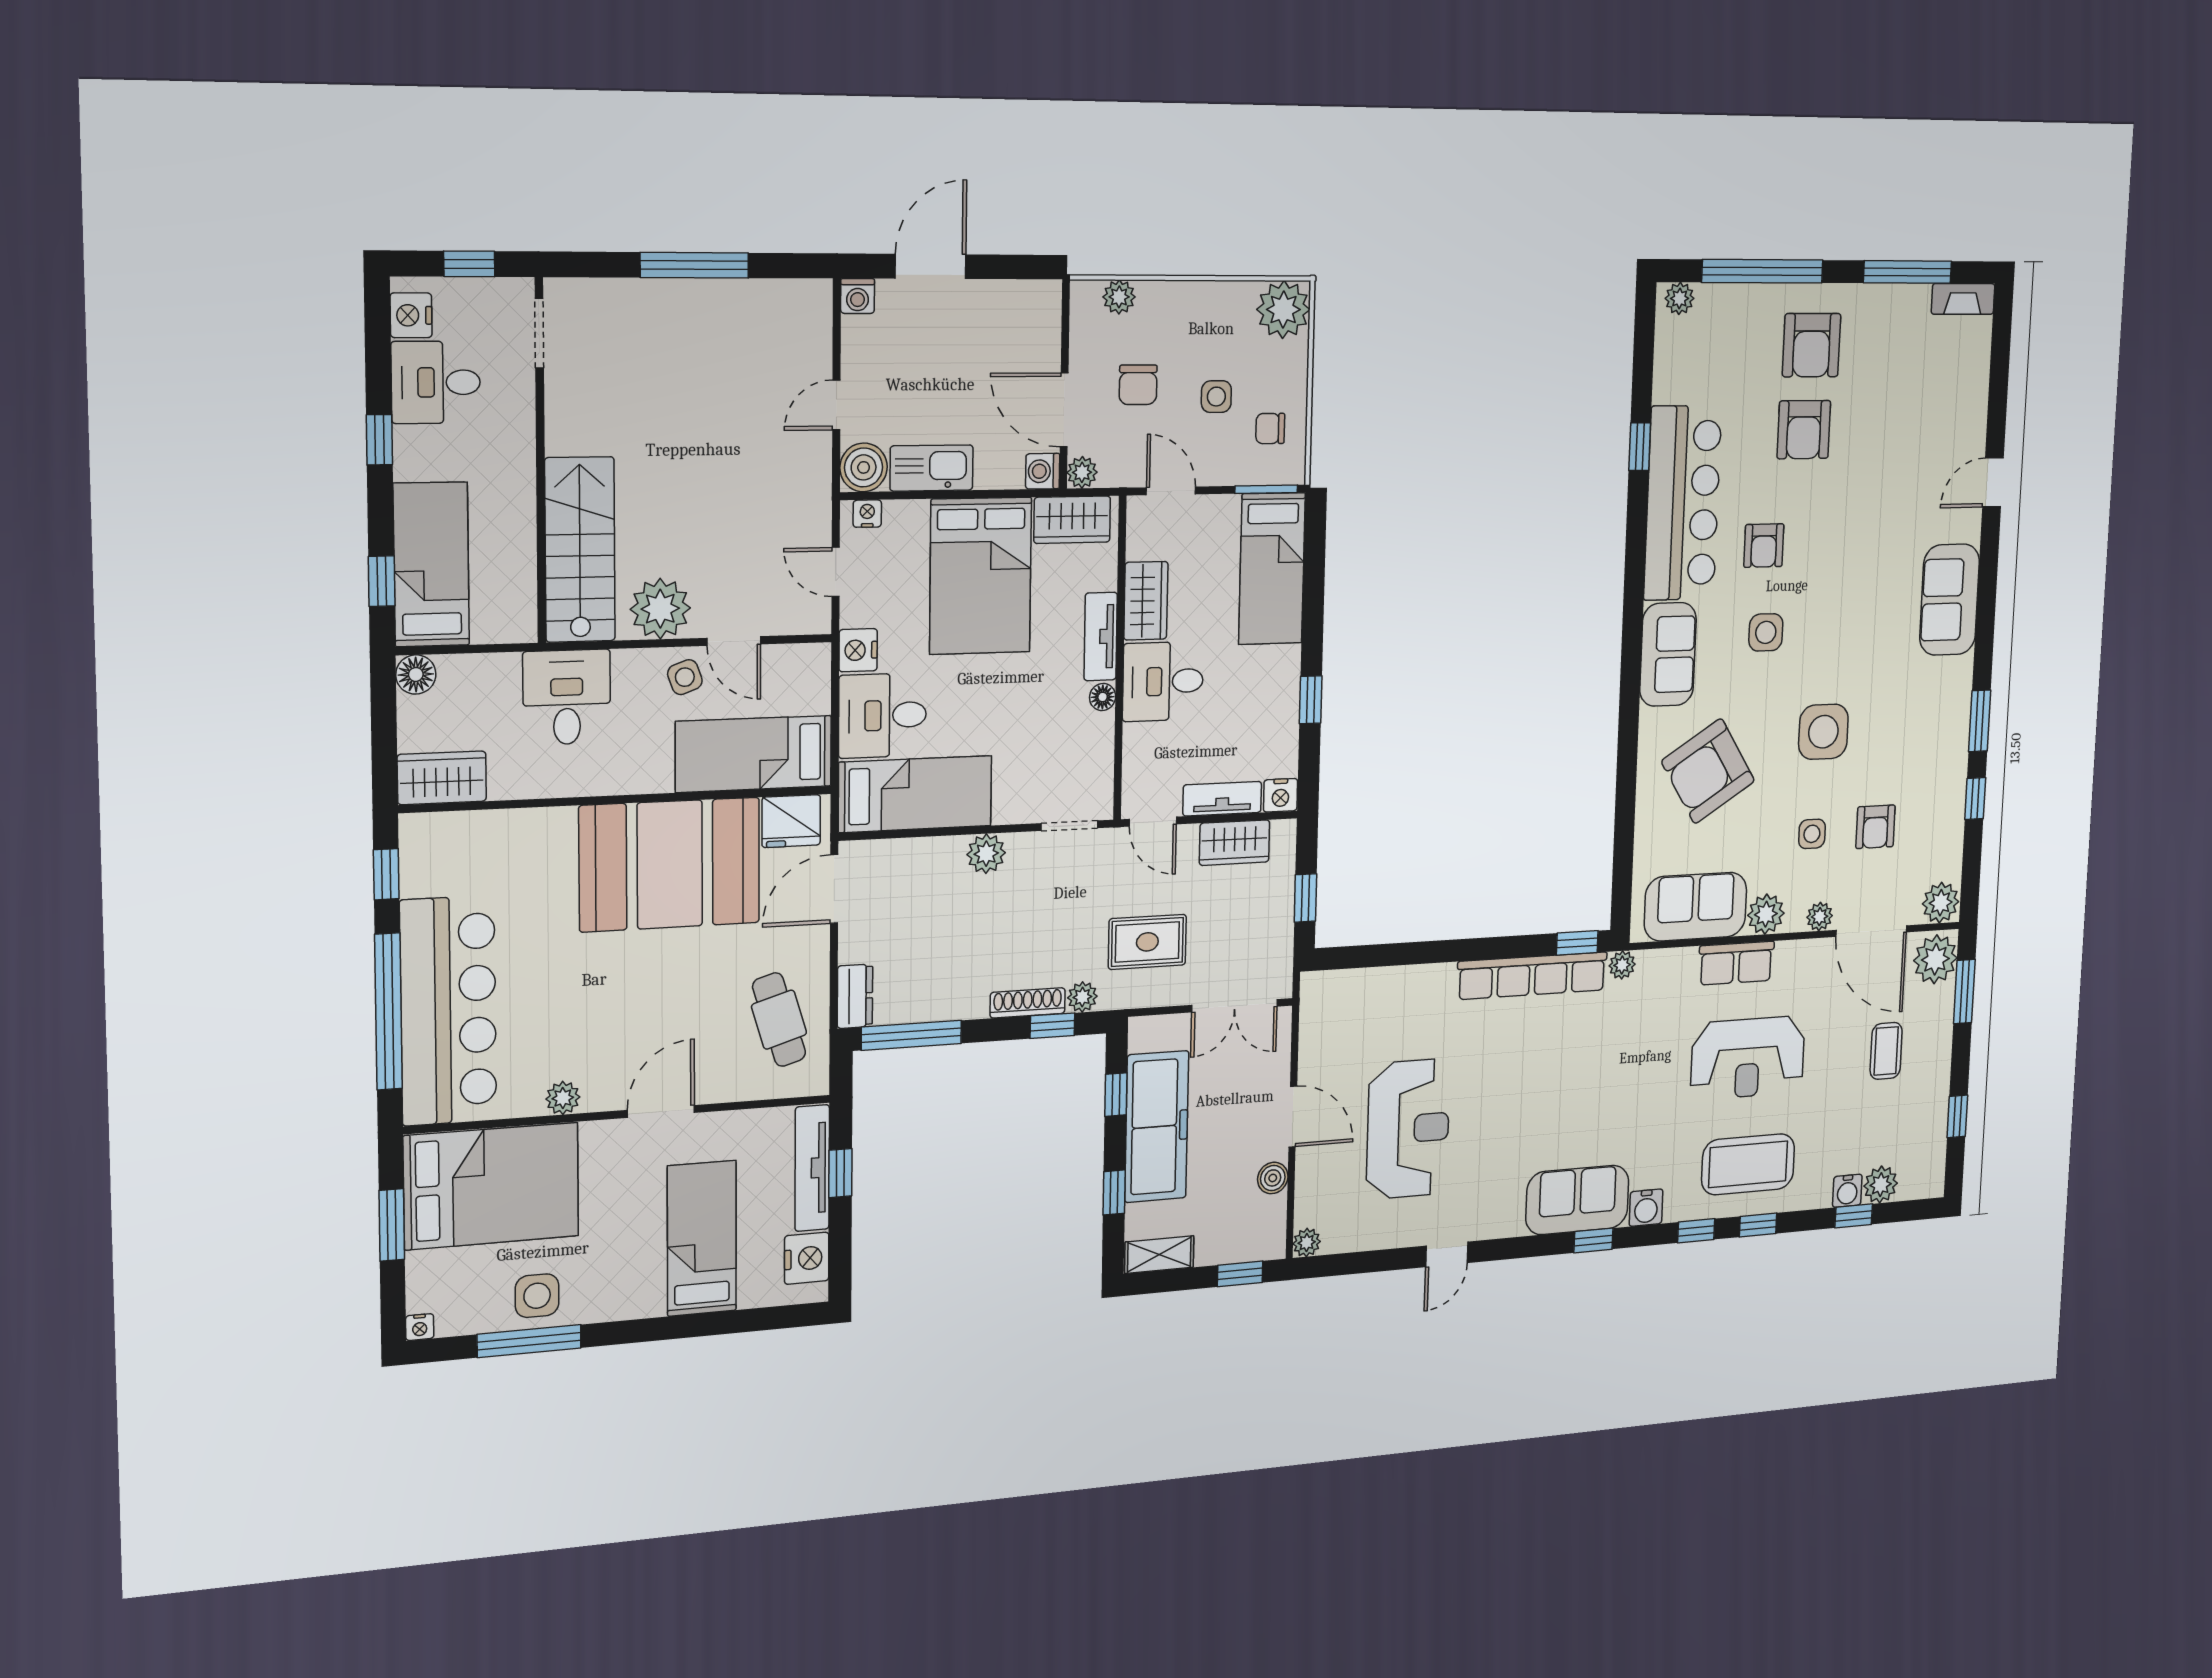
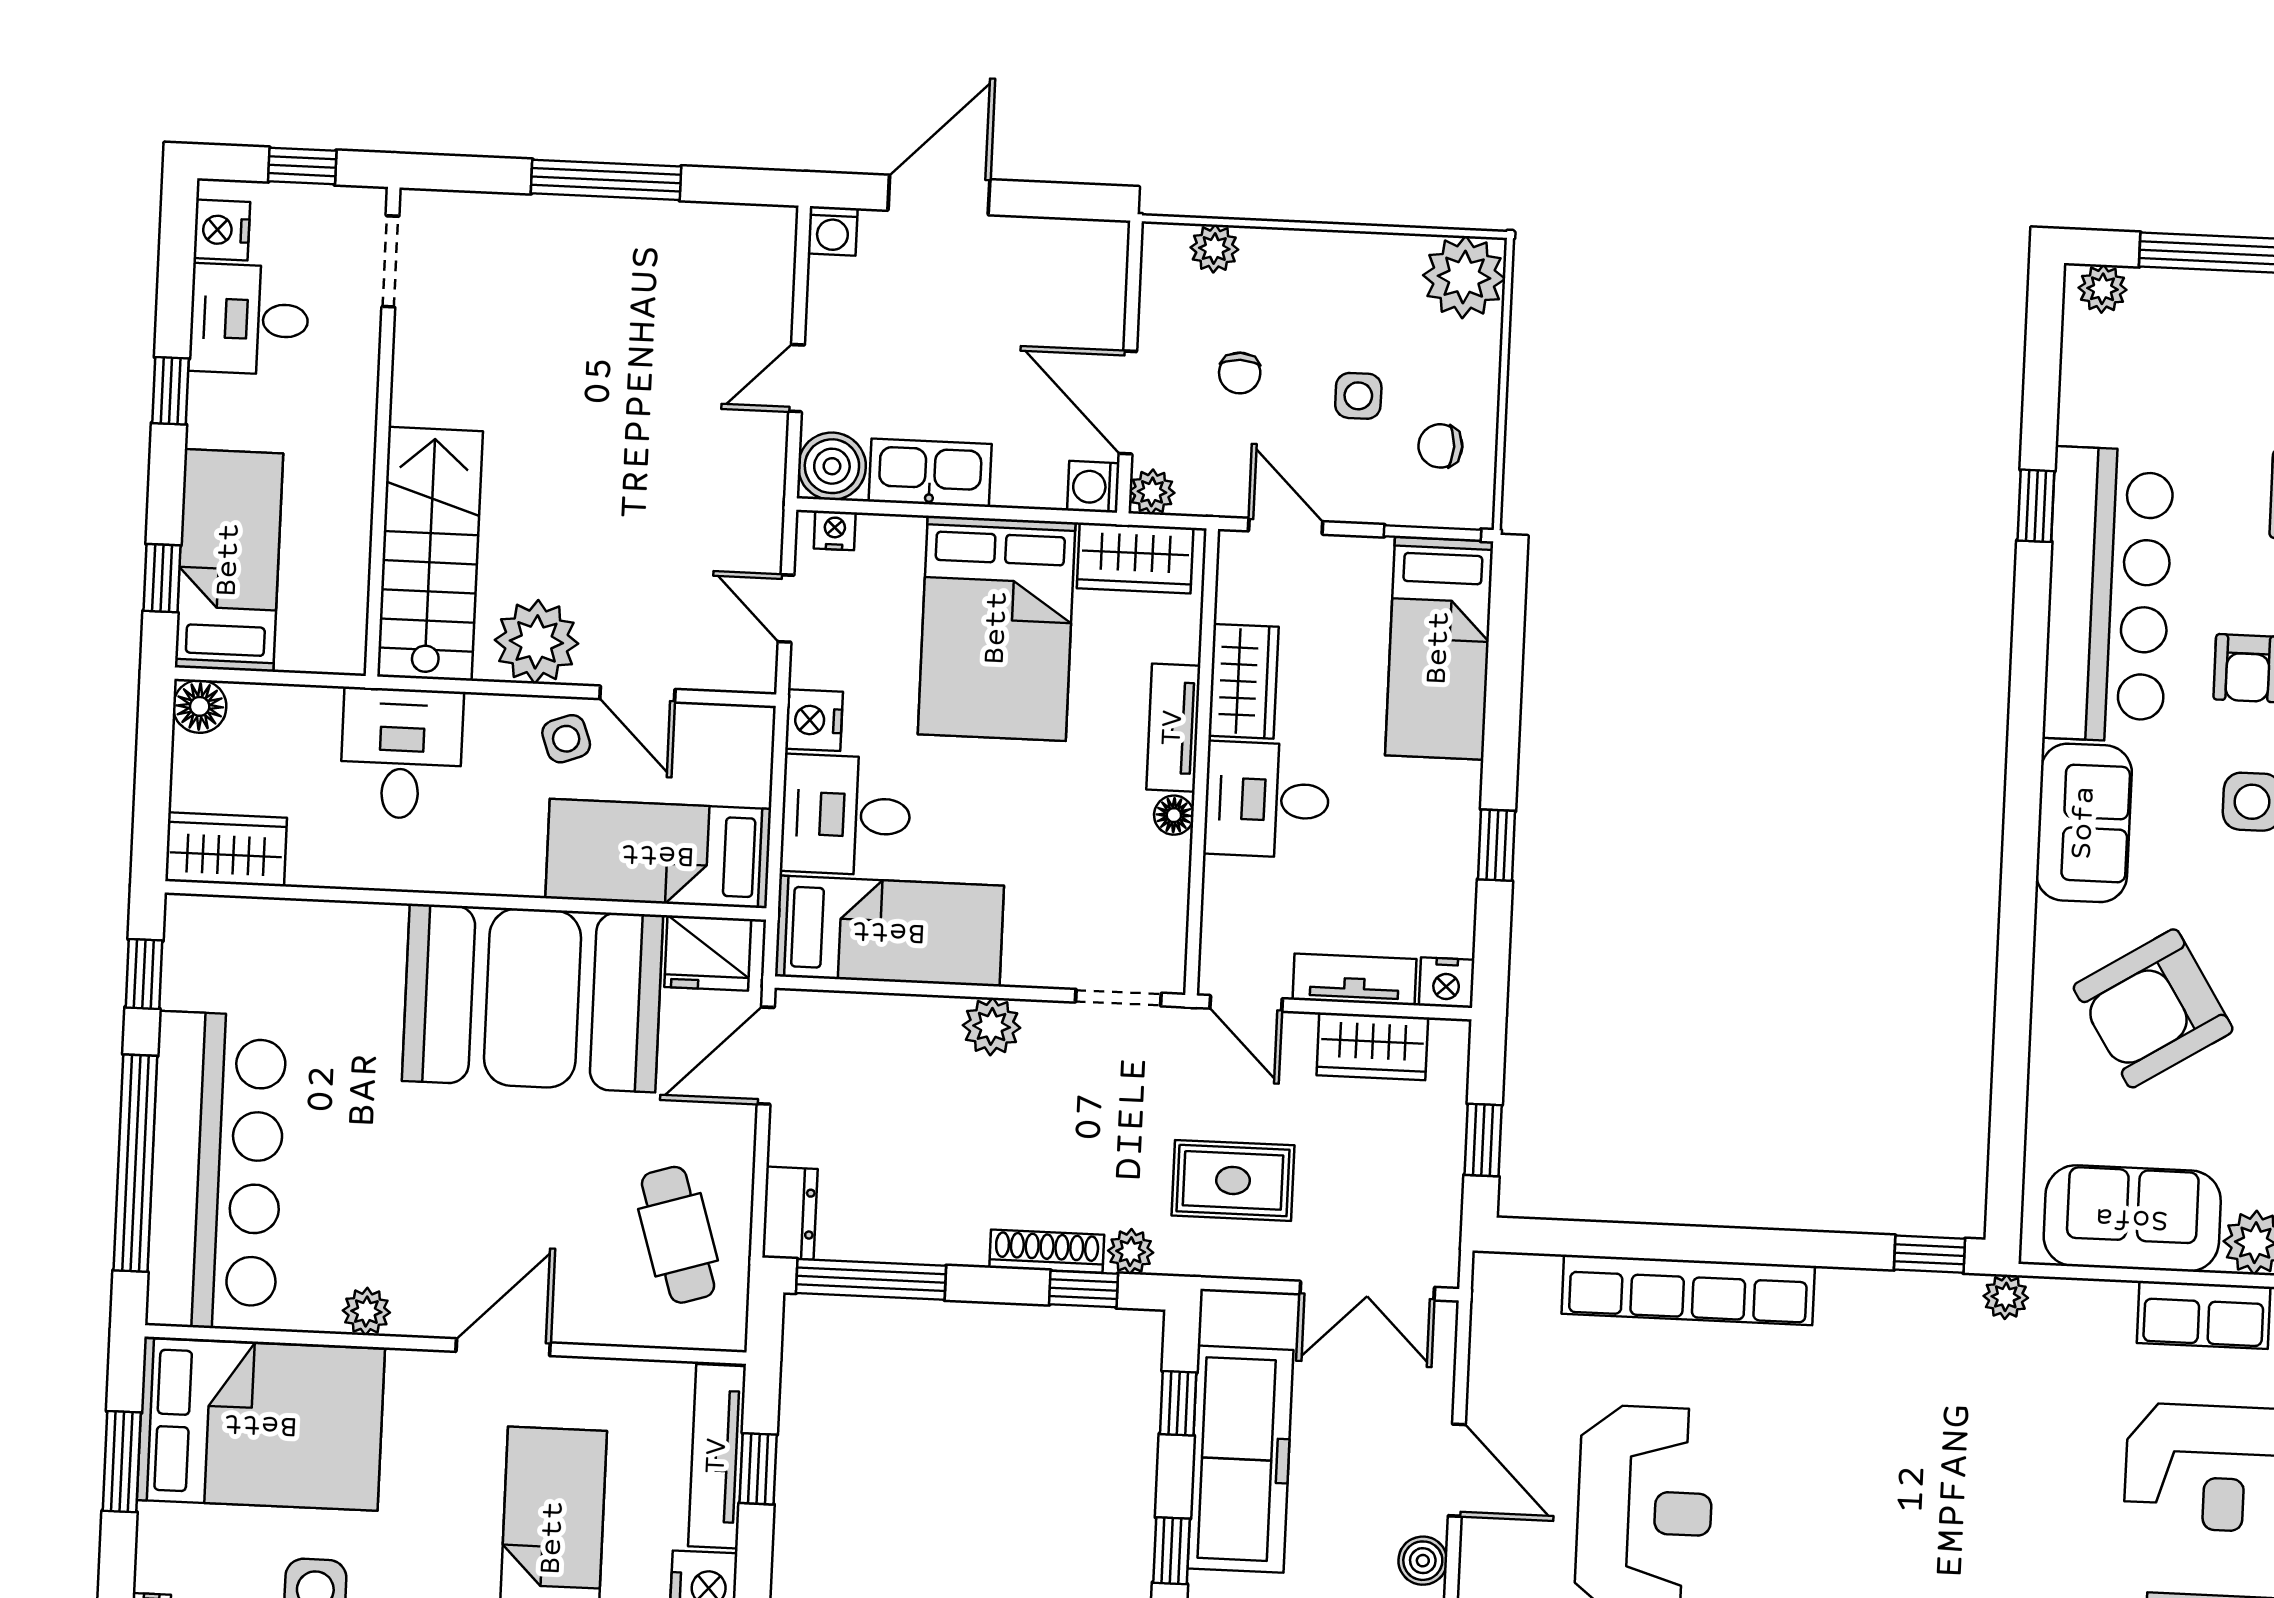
chair: (1138, 385) -> (1240, 373), width x0.73, depth x0.73
row of seats: (1532, 976) -> (1688, 1290), moved

